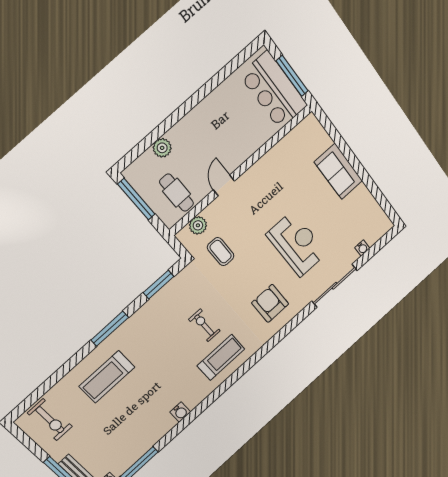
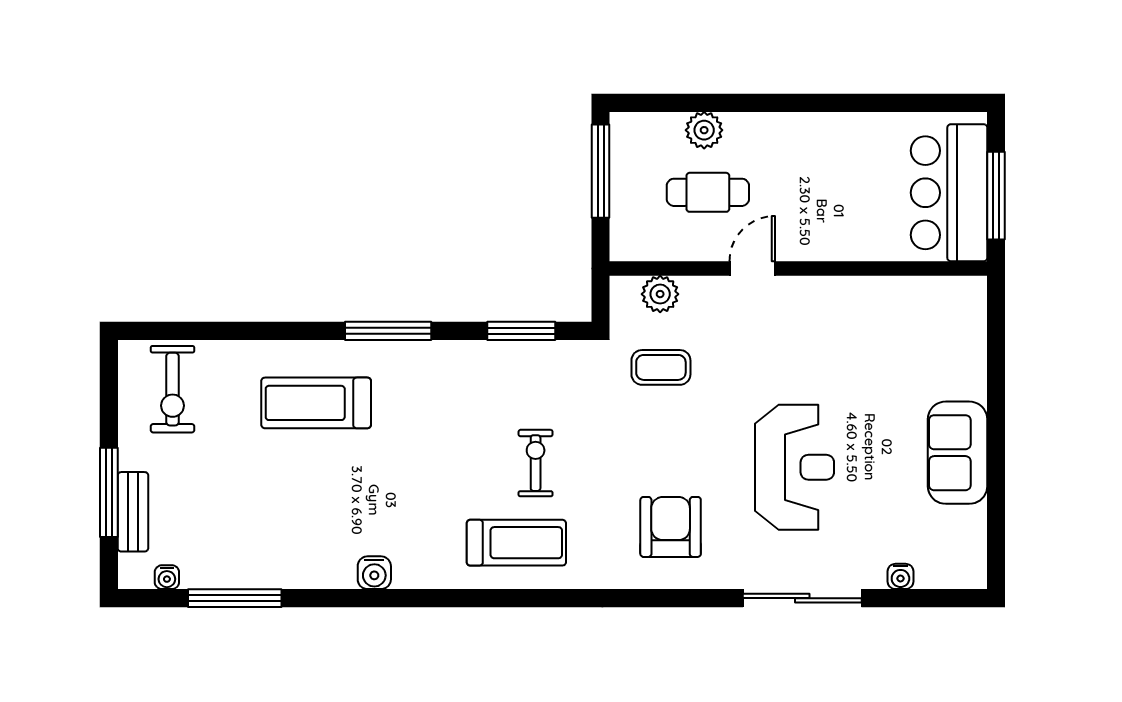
sofa: (339, 171) -> (958, 453), moved
cafe table: (177, 193) -> (708, 192), moved, turned 90
coffee table: (221, 252) -> (661, 367), turned 90

